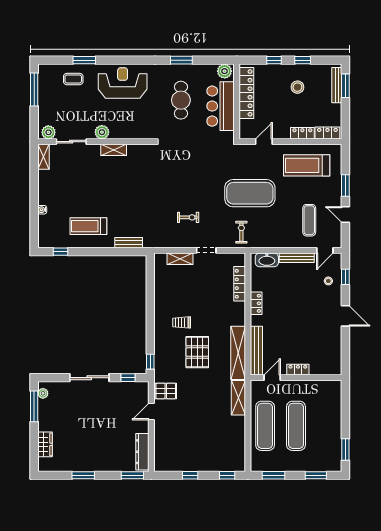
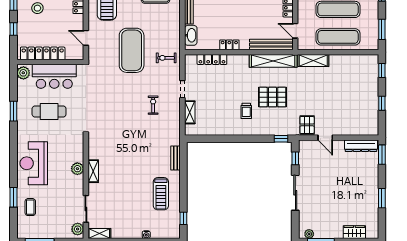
plant: (102, 132) -> (77, 169), moved

